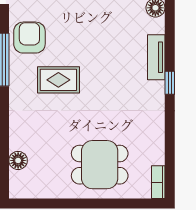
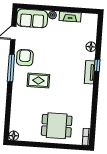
window: (170, 83) -> (97, 65), moved
floor lamp: (18, 160) -> (14, 136), moved

